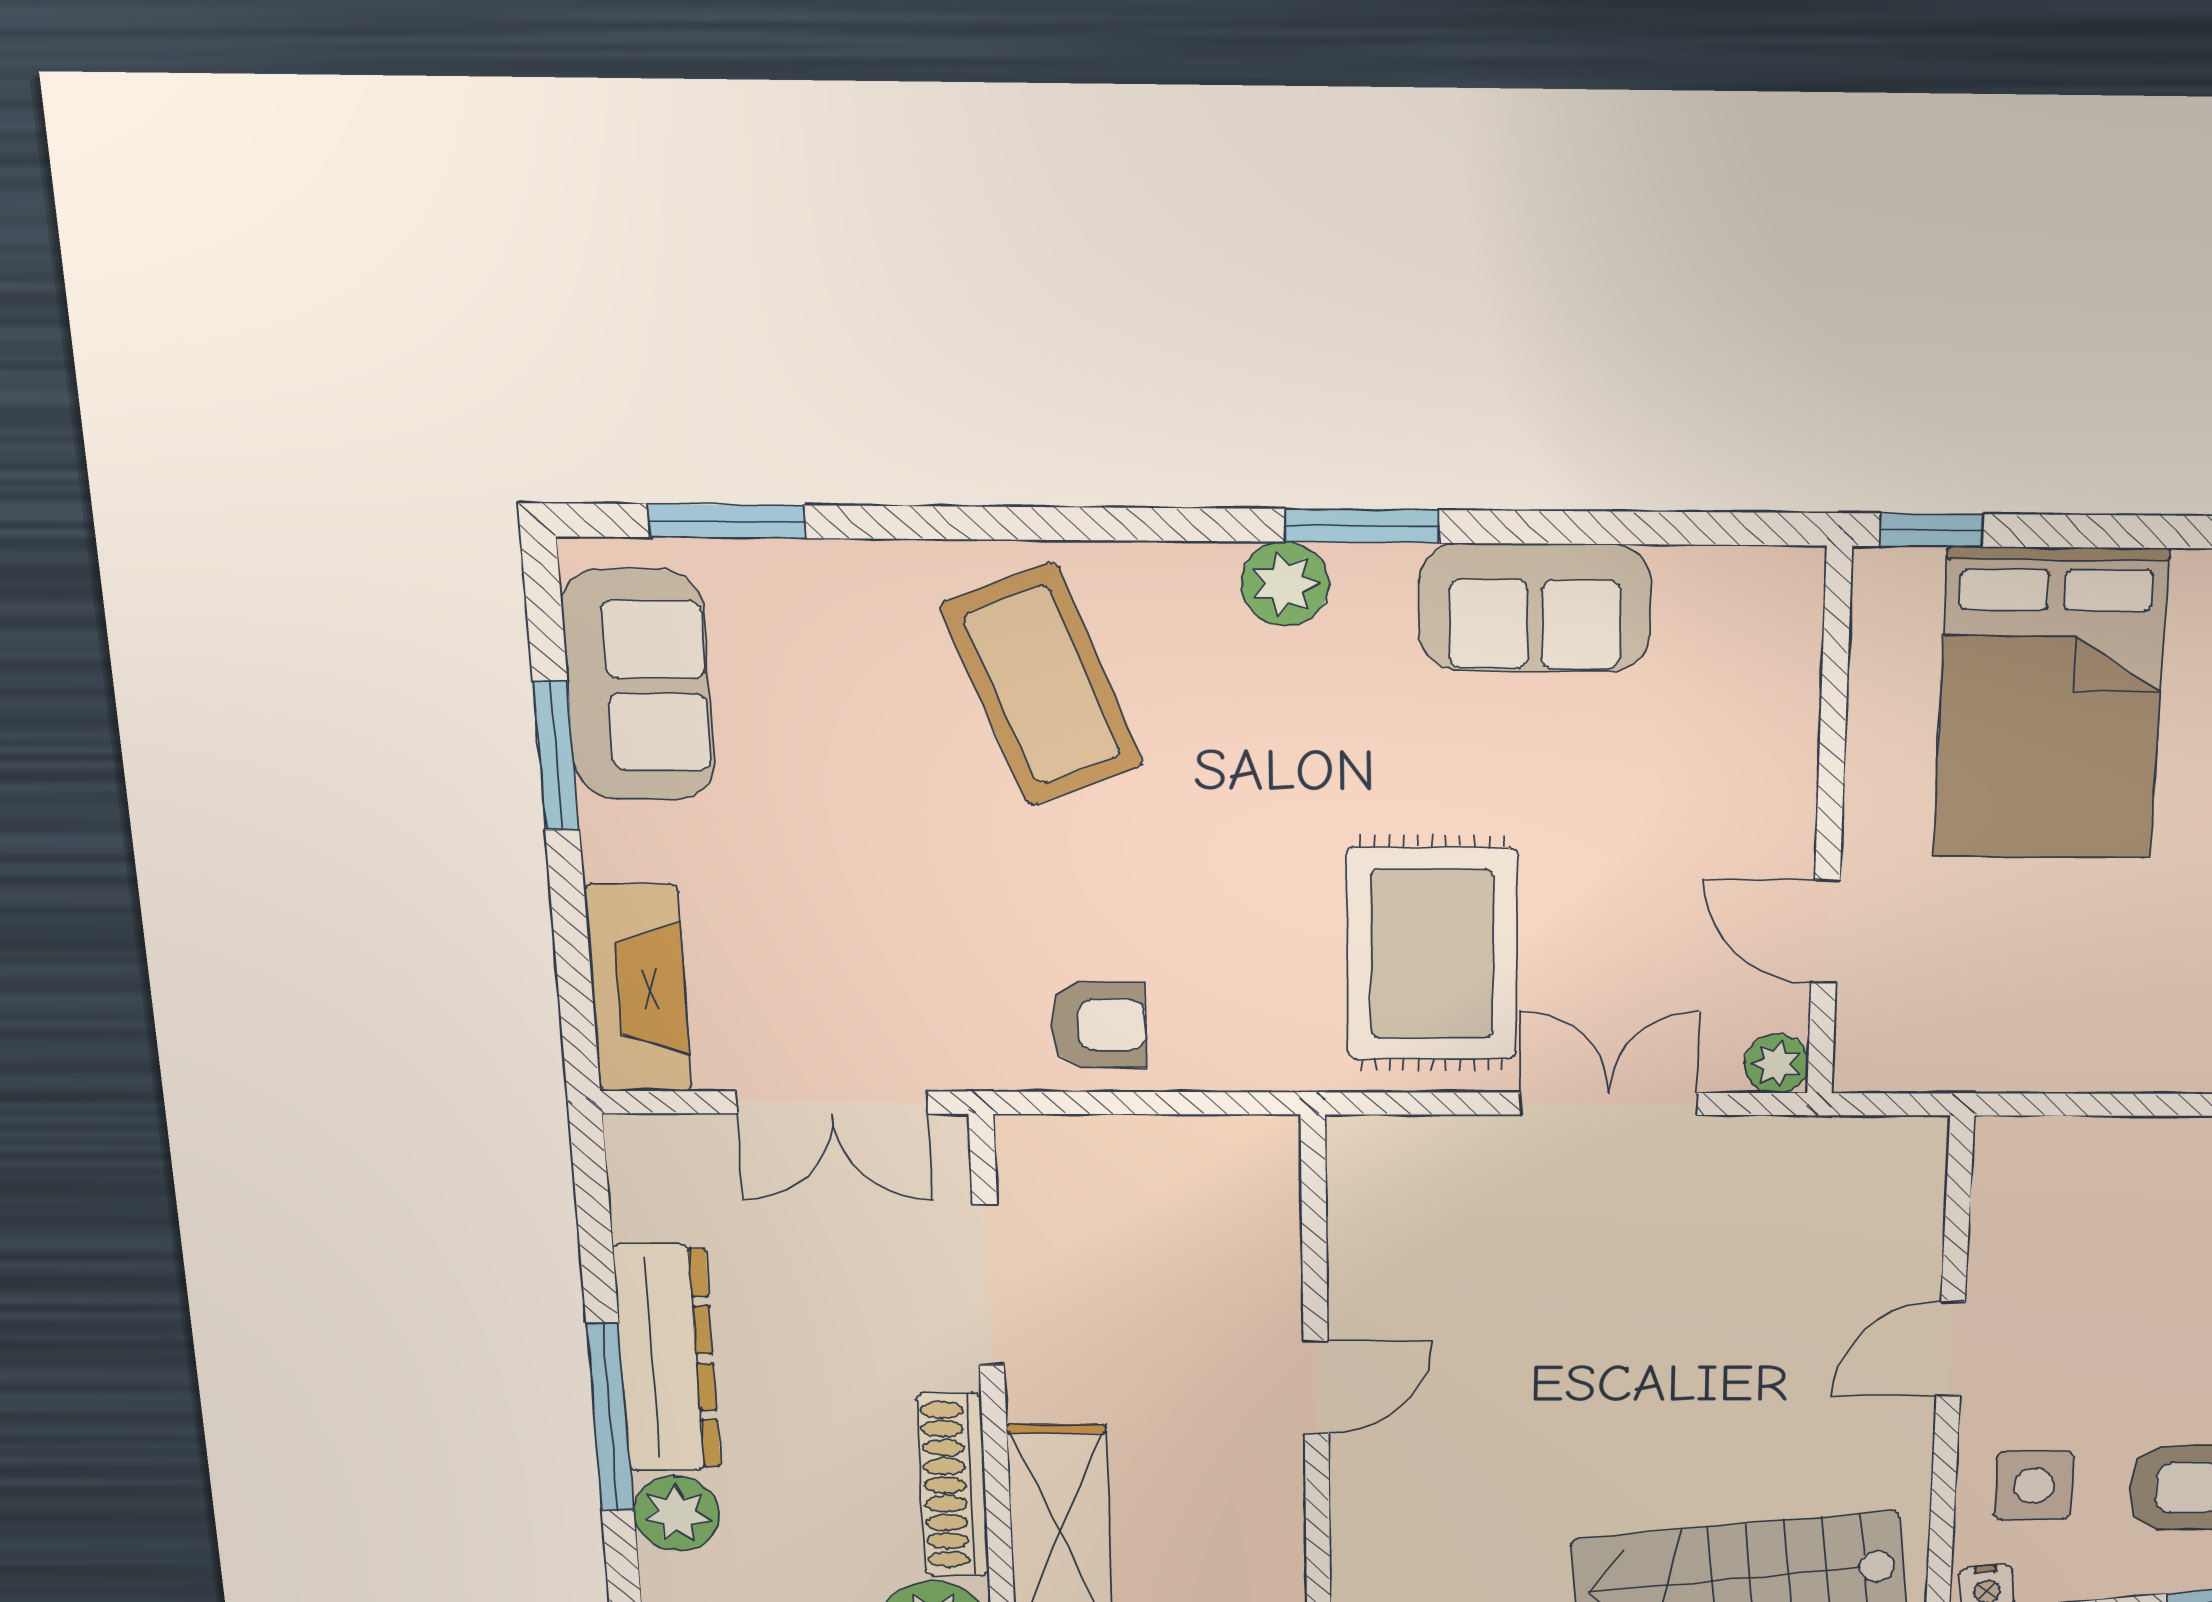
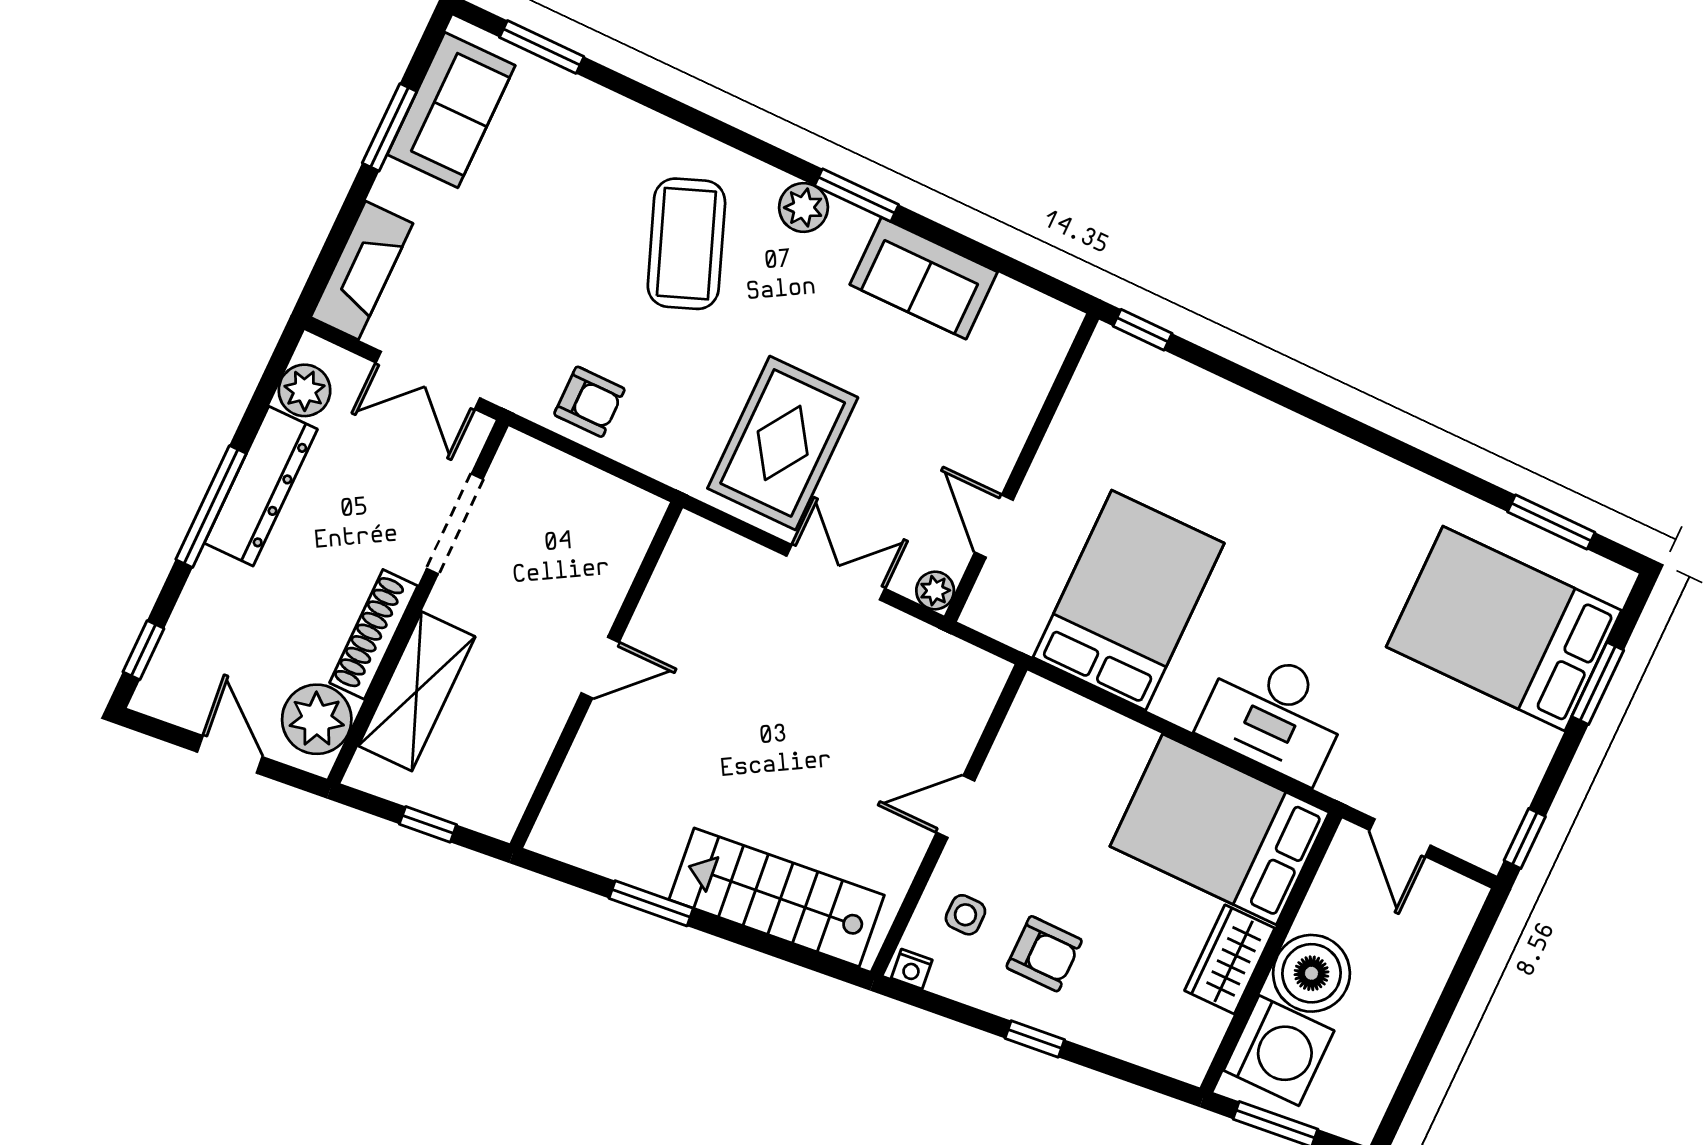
coffee table: (1042, 685) -> (686, 244), moved
bed: (2050, 704) -> (1129, 600), moved, turned 180
side table: (2034, 1486) -> (965, 915), width x0.73, depth x0.73
plant: (677, 1514) -> (305, 390), moved

